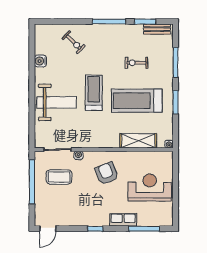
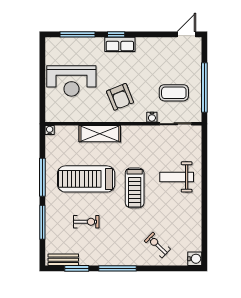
water cooler: (40, 61) -> (195, 259), moved
treadmill: (137, 101) -> (86, 179), turned 180
weight bench: (57, 102) -> (177, 177), width x0.73, depth x0.75
window: (176, 102) -> (42, 177), width x1.44
shelving: (138, 141) -> (100, 134), moved
row of seats: (123, 220) -> (120, 44), moved
window: (95, 229) -> (116, 34), moved

